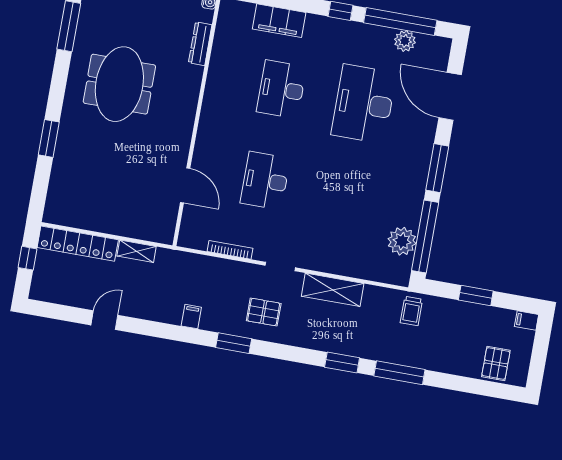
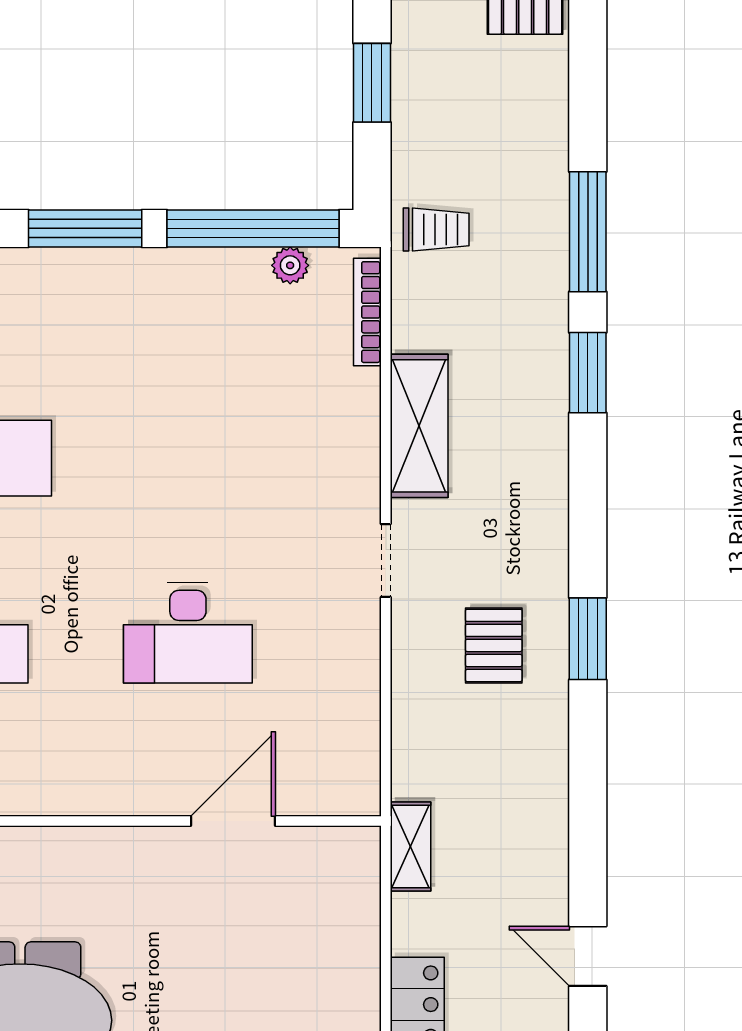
plant: (402, 241) -> (290, 265), width x0.53, depth x0.53
bookcase: (230, 250) -> (367, 312), moved
shelving: (137, 251) -> (410, 847), moved
pallet: (264, 312) -> (494, 645), moved
filing cabinet: (191, 317) -> (543, 751), removed

